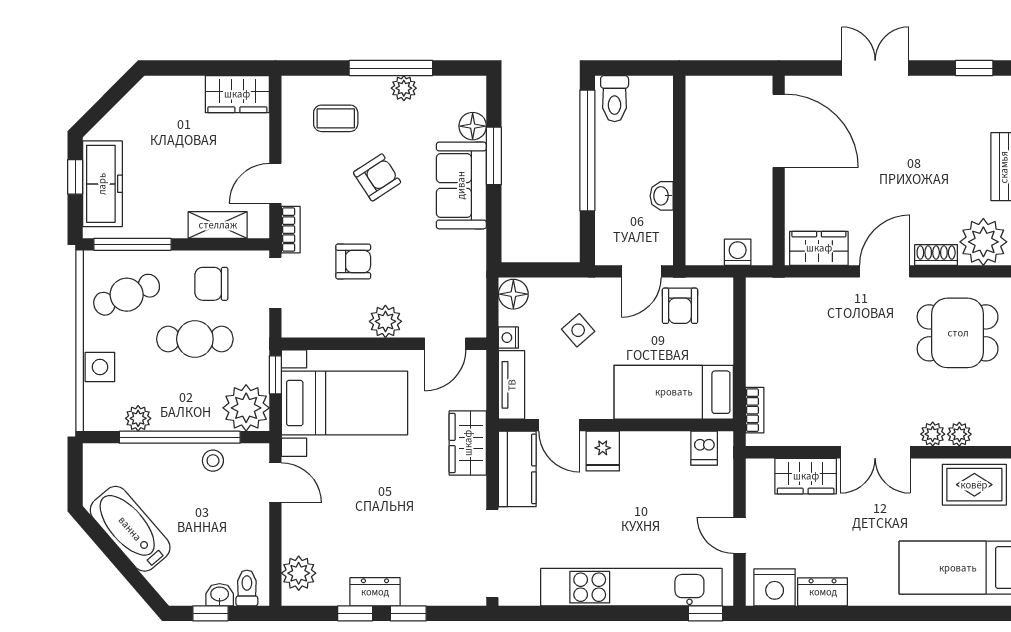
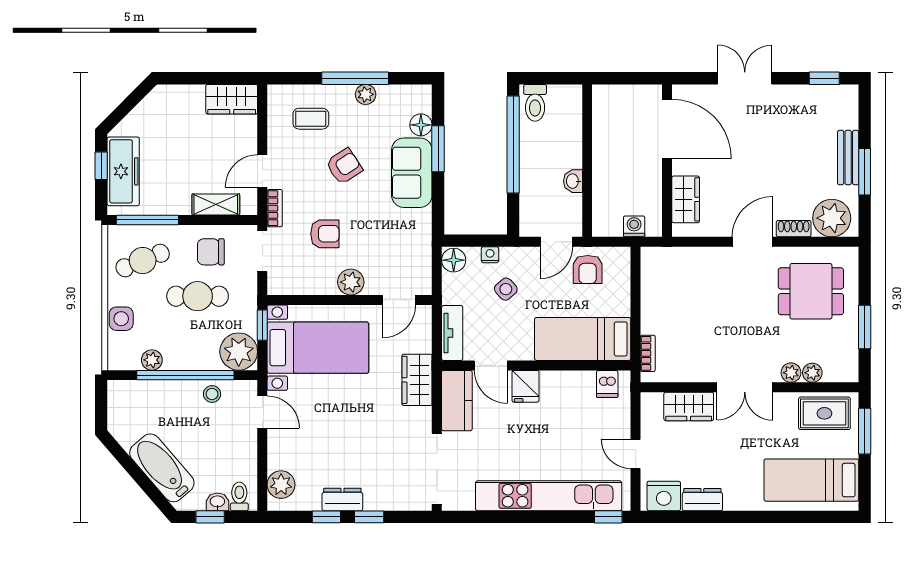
wardrobe: (819, 248) -> (686, 199), moved, turned 90
nightstand: (508, 338) -> (490, 255), moved, turned 90
bathtub: (130, 529) -> (162, 468), moved

